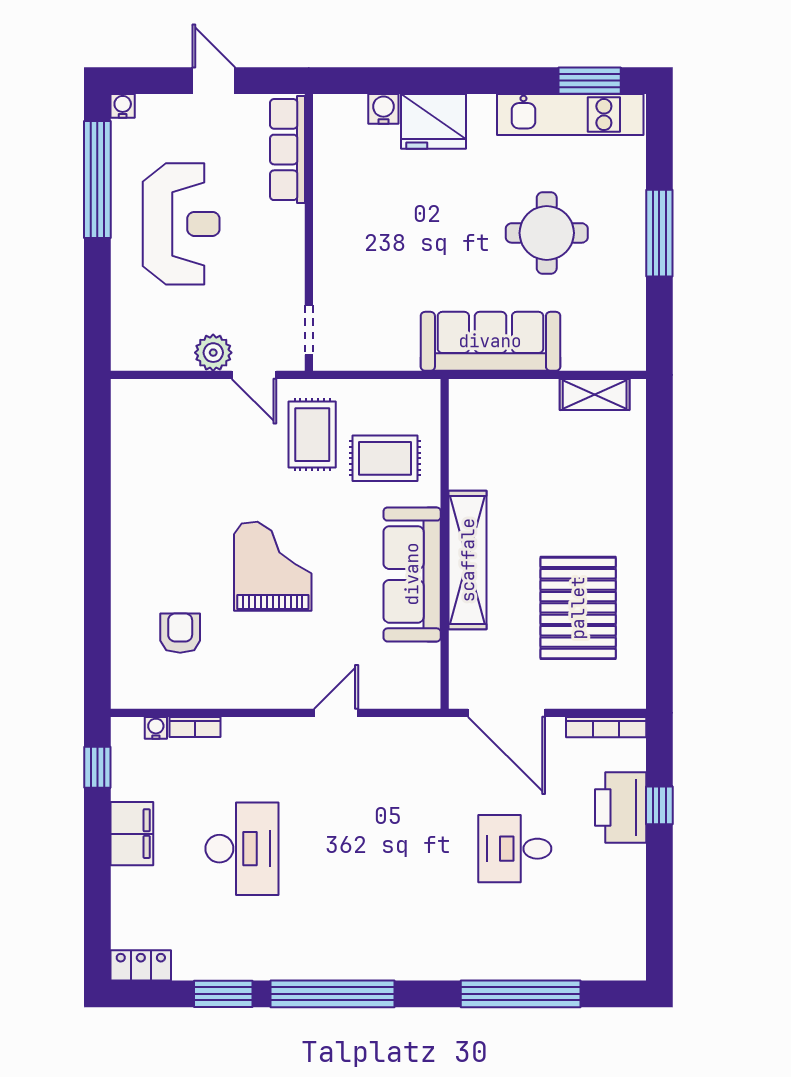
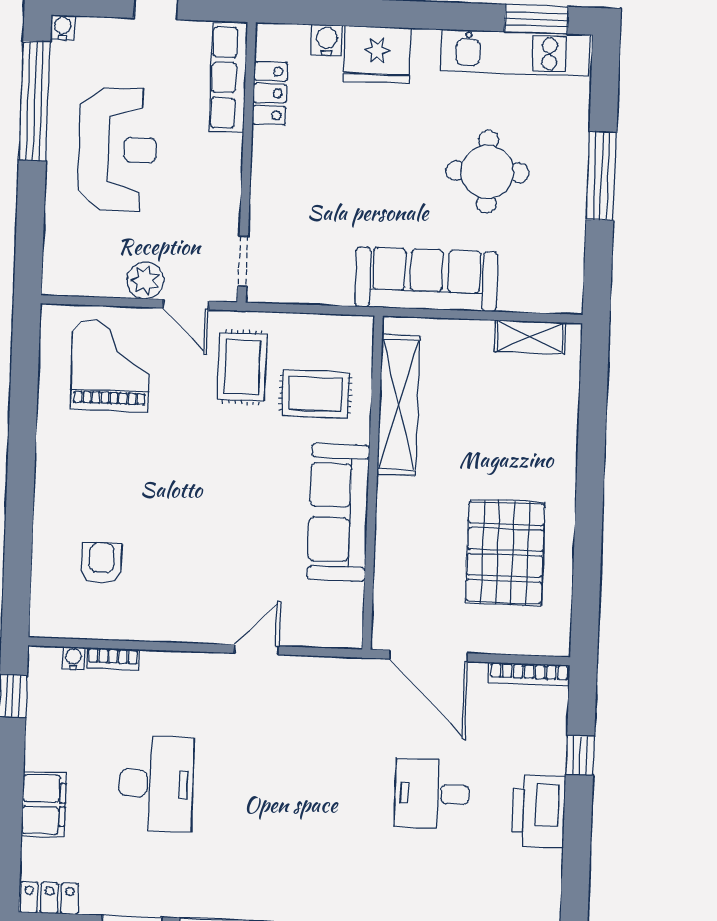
locker: (329, 163) -> (270, 93), added
shelving: (468, 560) -> (399, 405), moved
grand piano: (273, 566) -> (111, 365), moved
printer: (621, 807) -> (539, 811), moved
filing cabinet: (132, 834) -> (44, 804), moved

